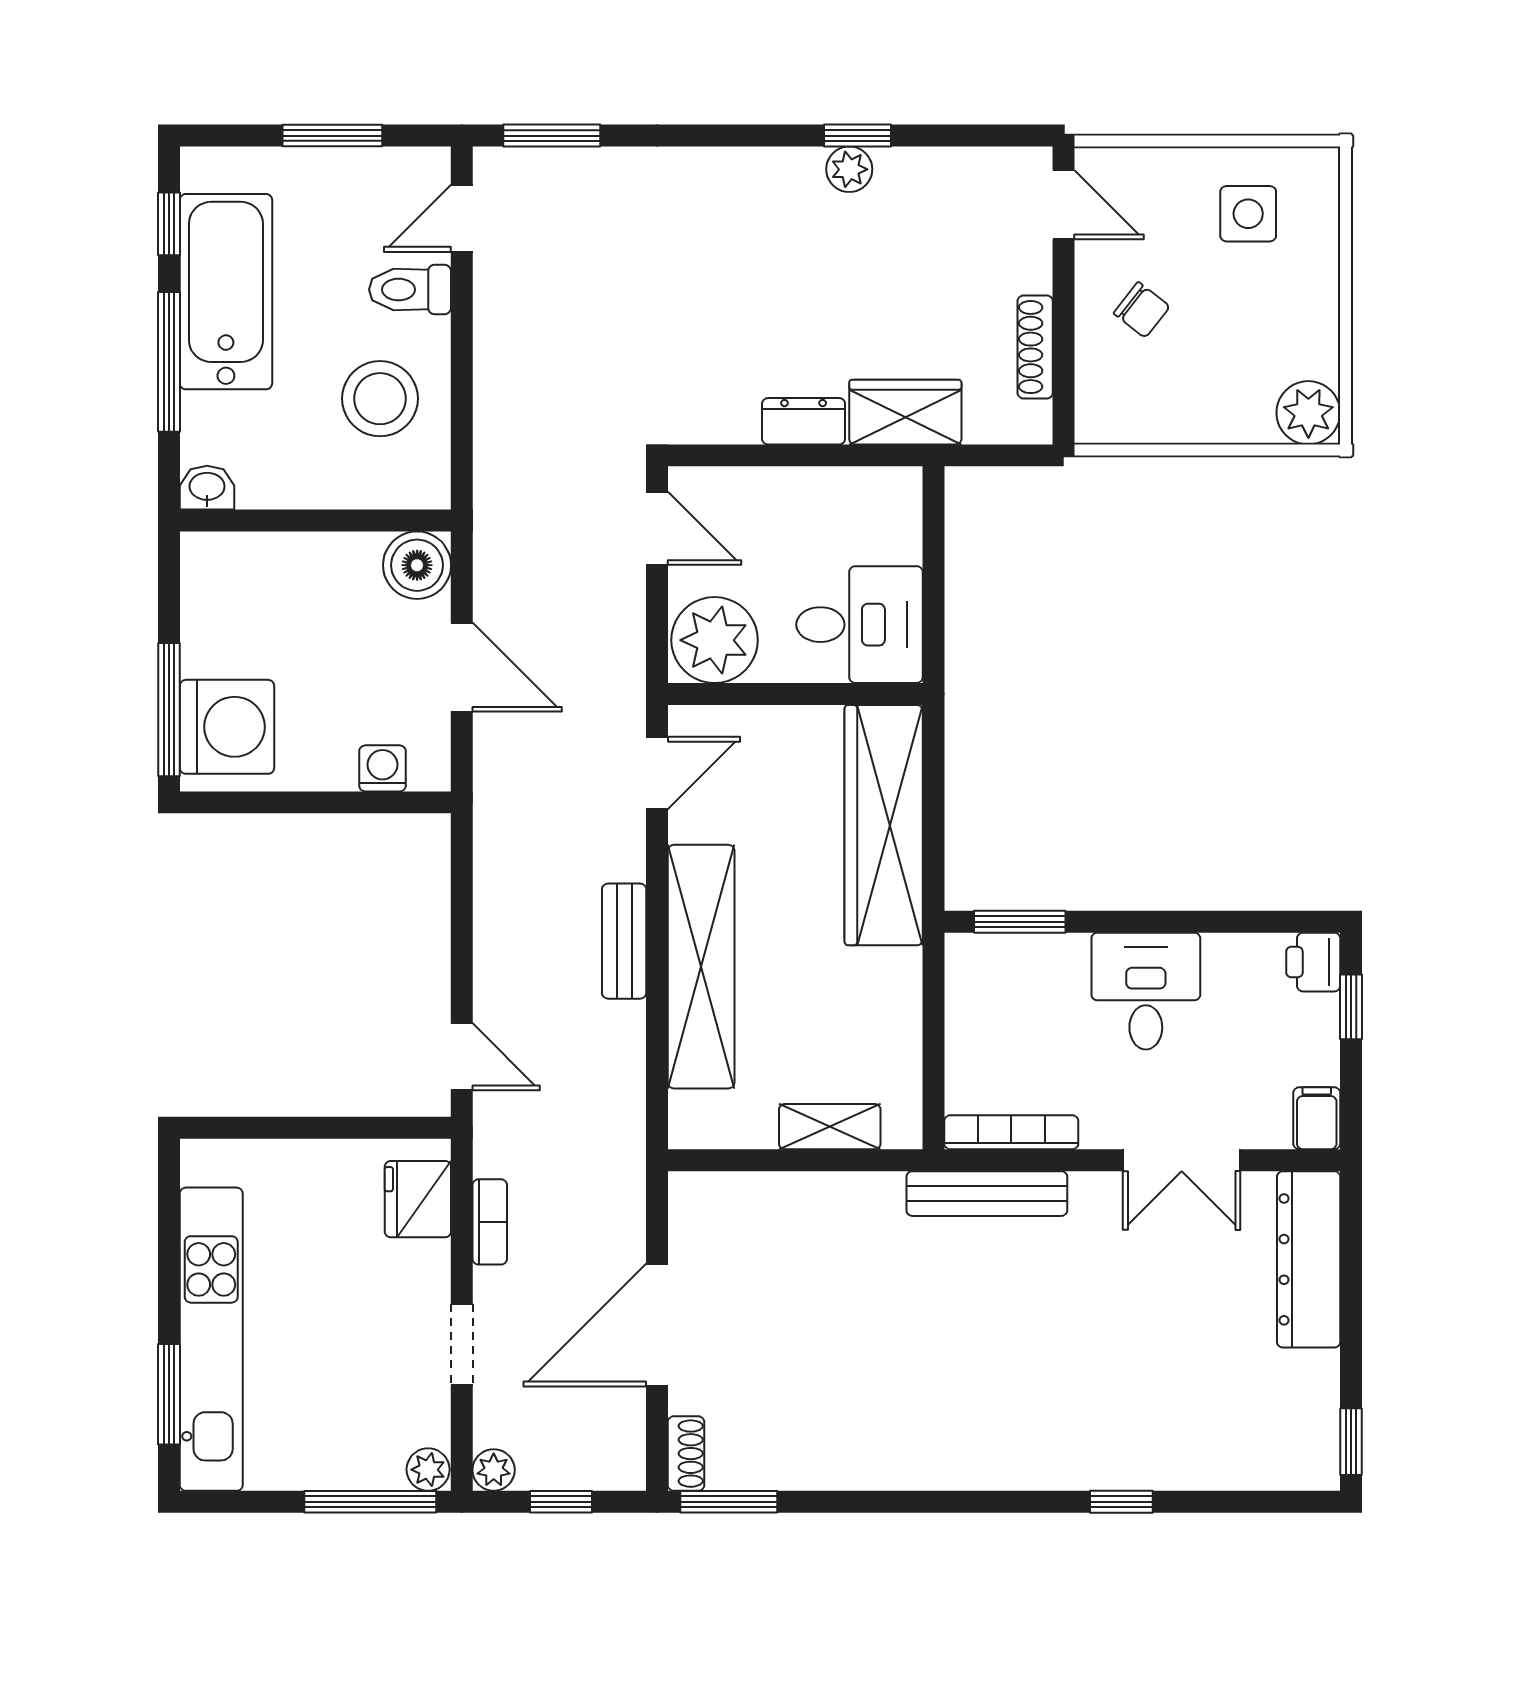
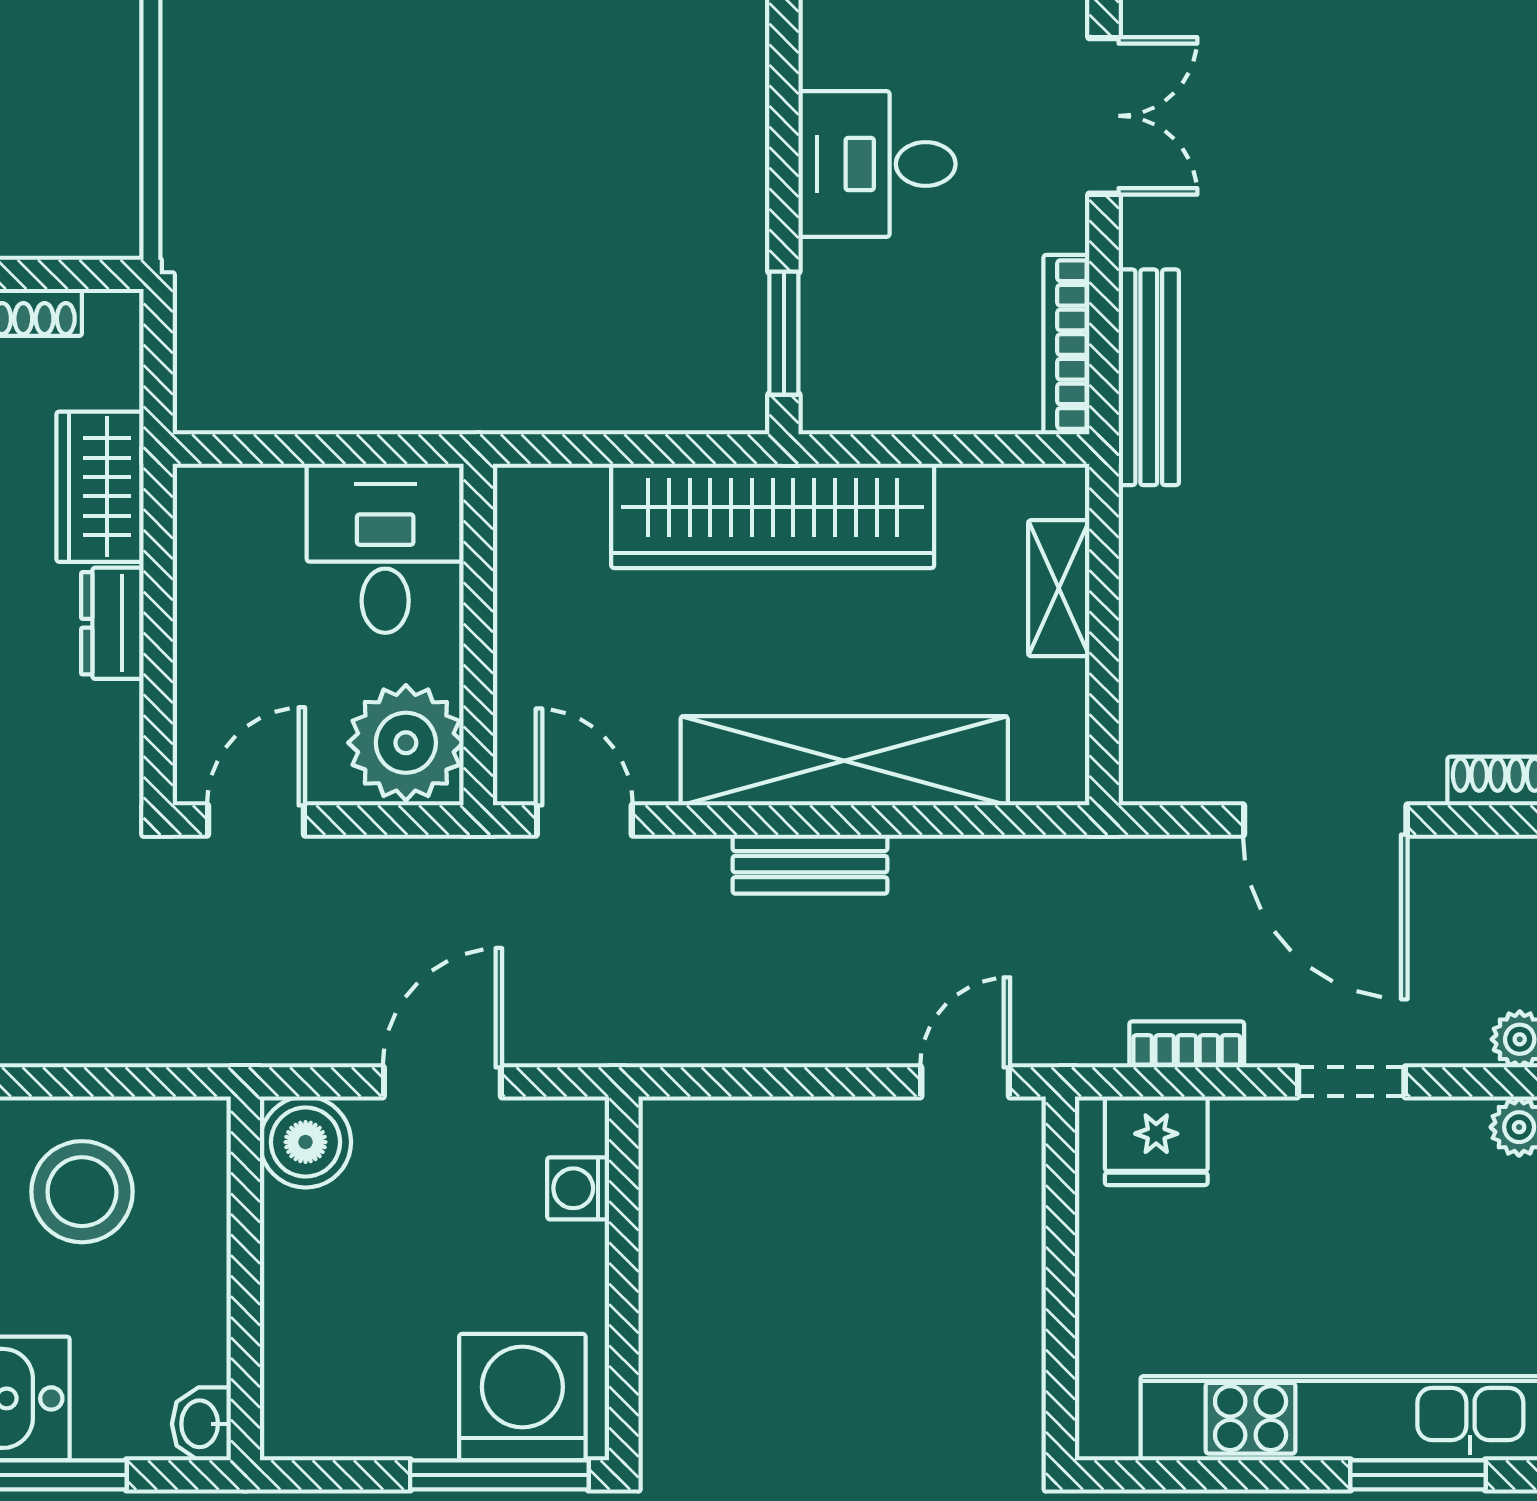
wardrobe: (884, 825) -> (773, 516), moved

